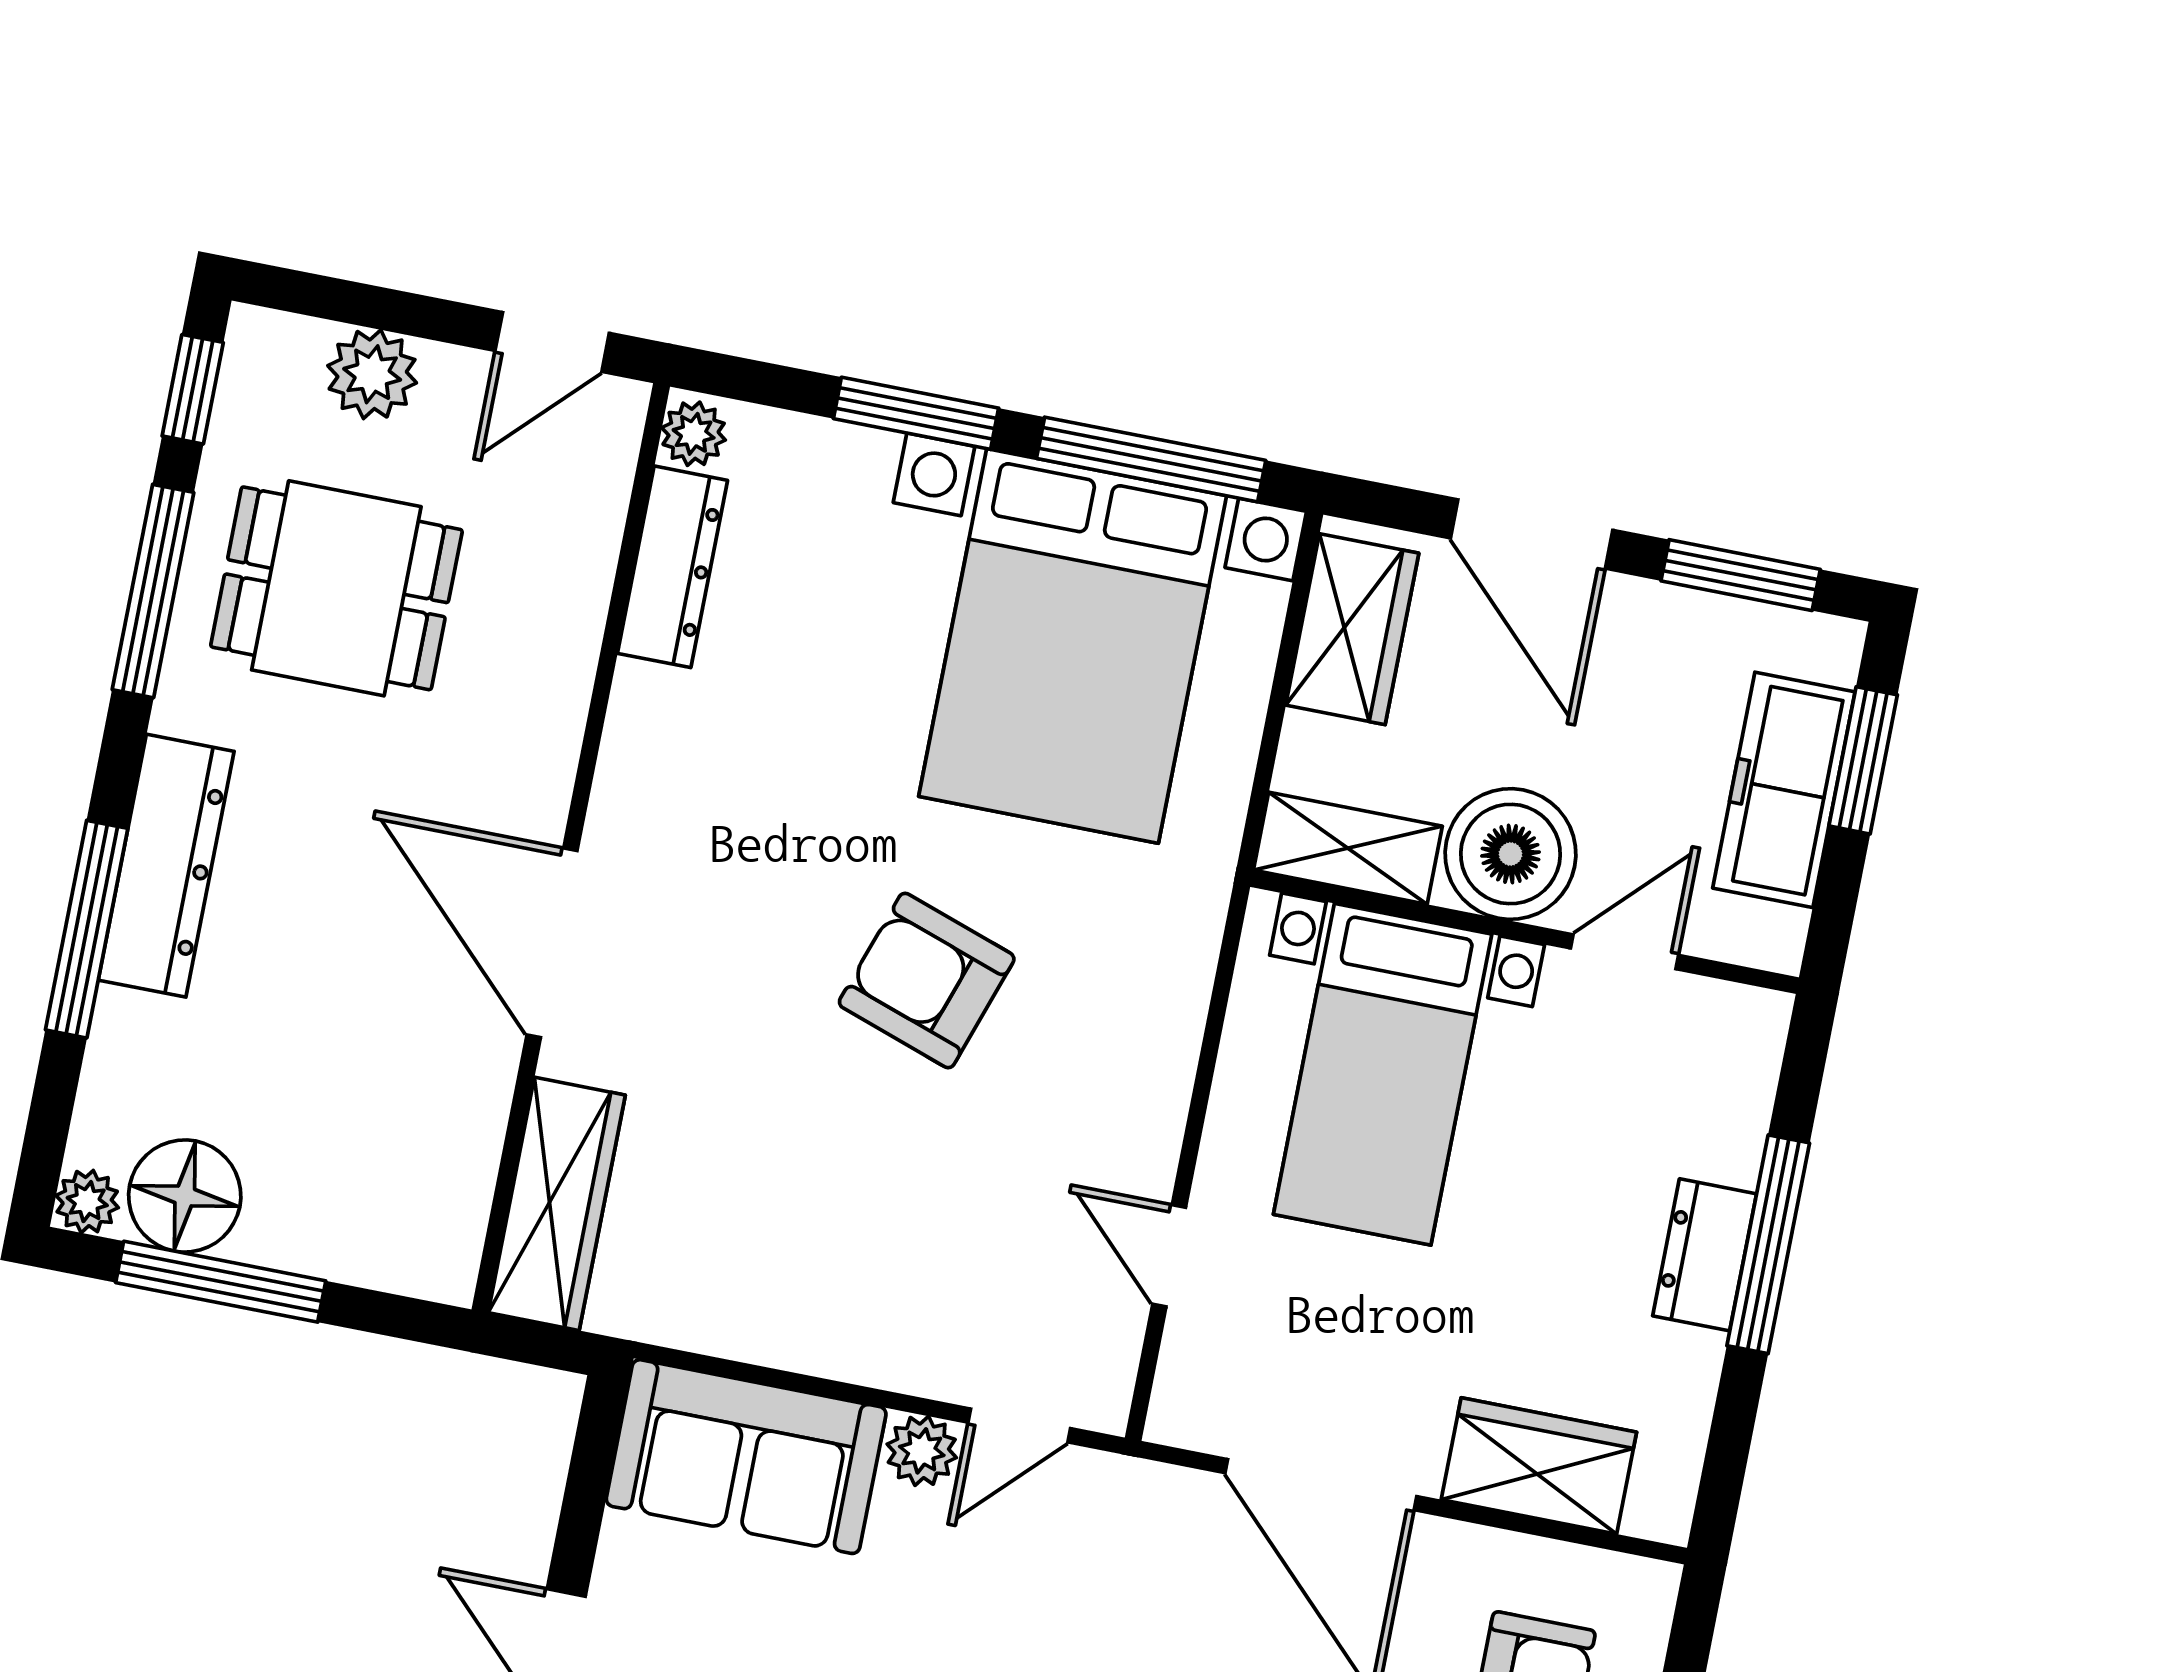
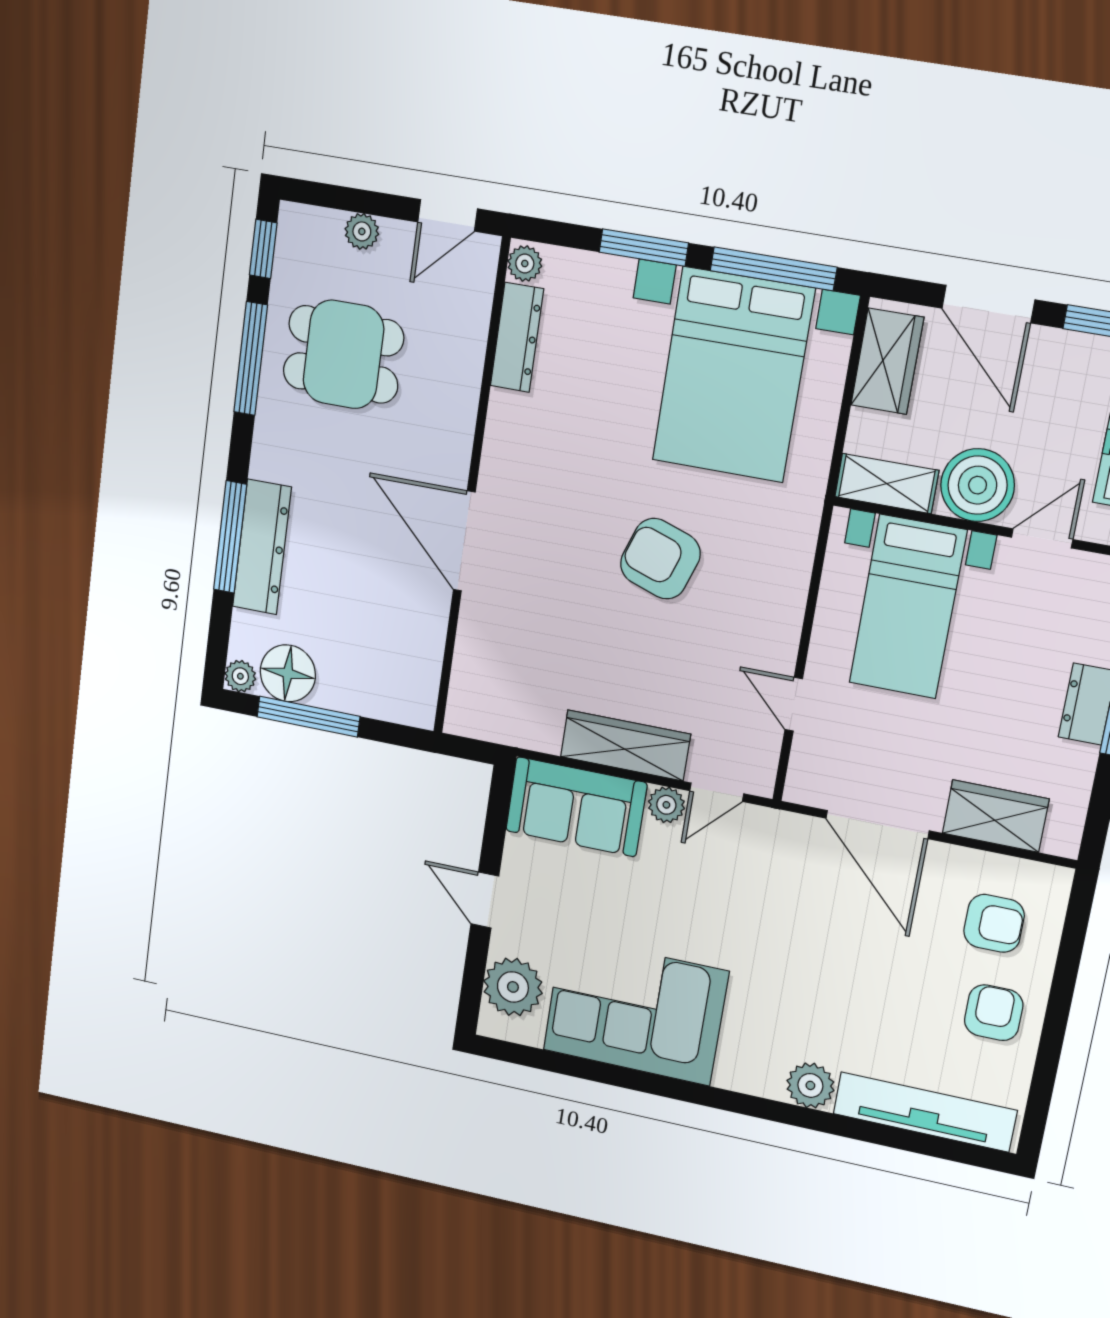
plant: (372, 374) -> (362, 231), width x0.73, depth x0.73
dresser: (166, 866) -> (262, 547), moved
wardrobe: (557, 1204) -> (625, 745), moved, turned -90

